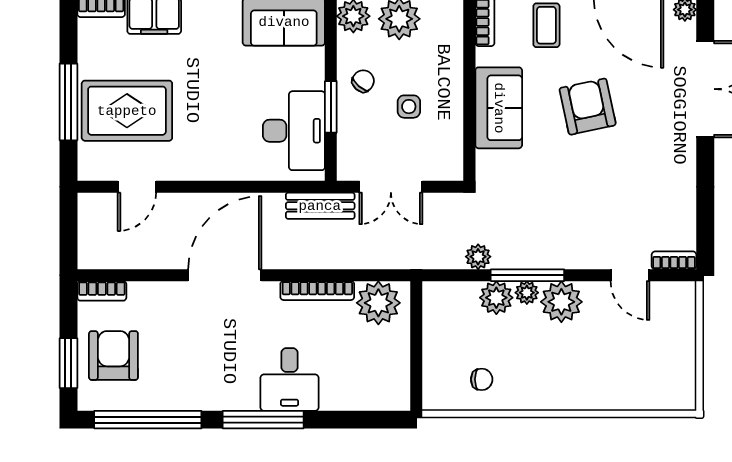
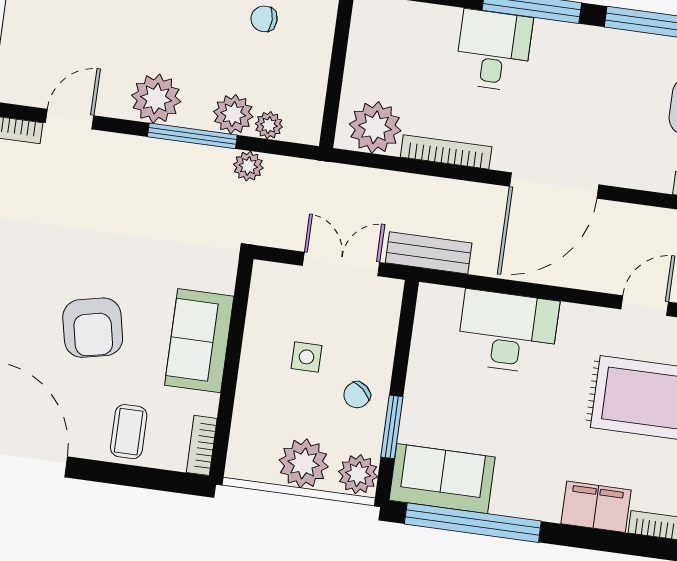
window: (331, 107) -> (392, 427), moved
desk: (294, 131) -> (508, 332), moved, turned 90
door: (630, 275) -> (70, 119), hinge flipped
plant: (527, 293) -> (269, 125), moved

